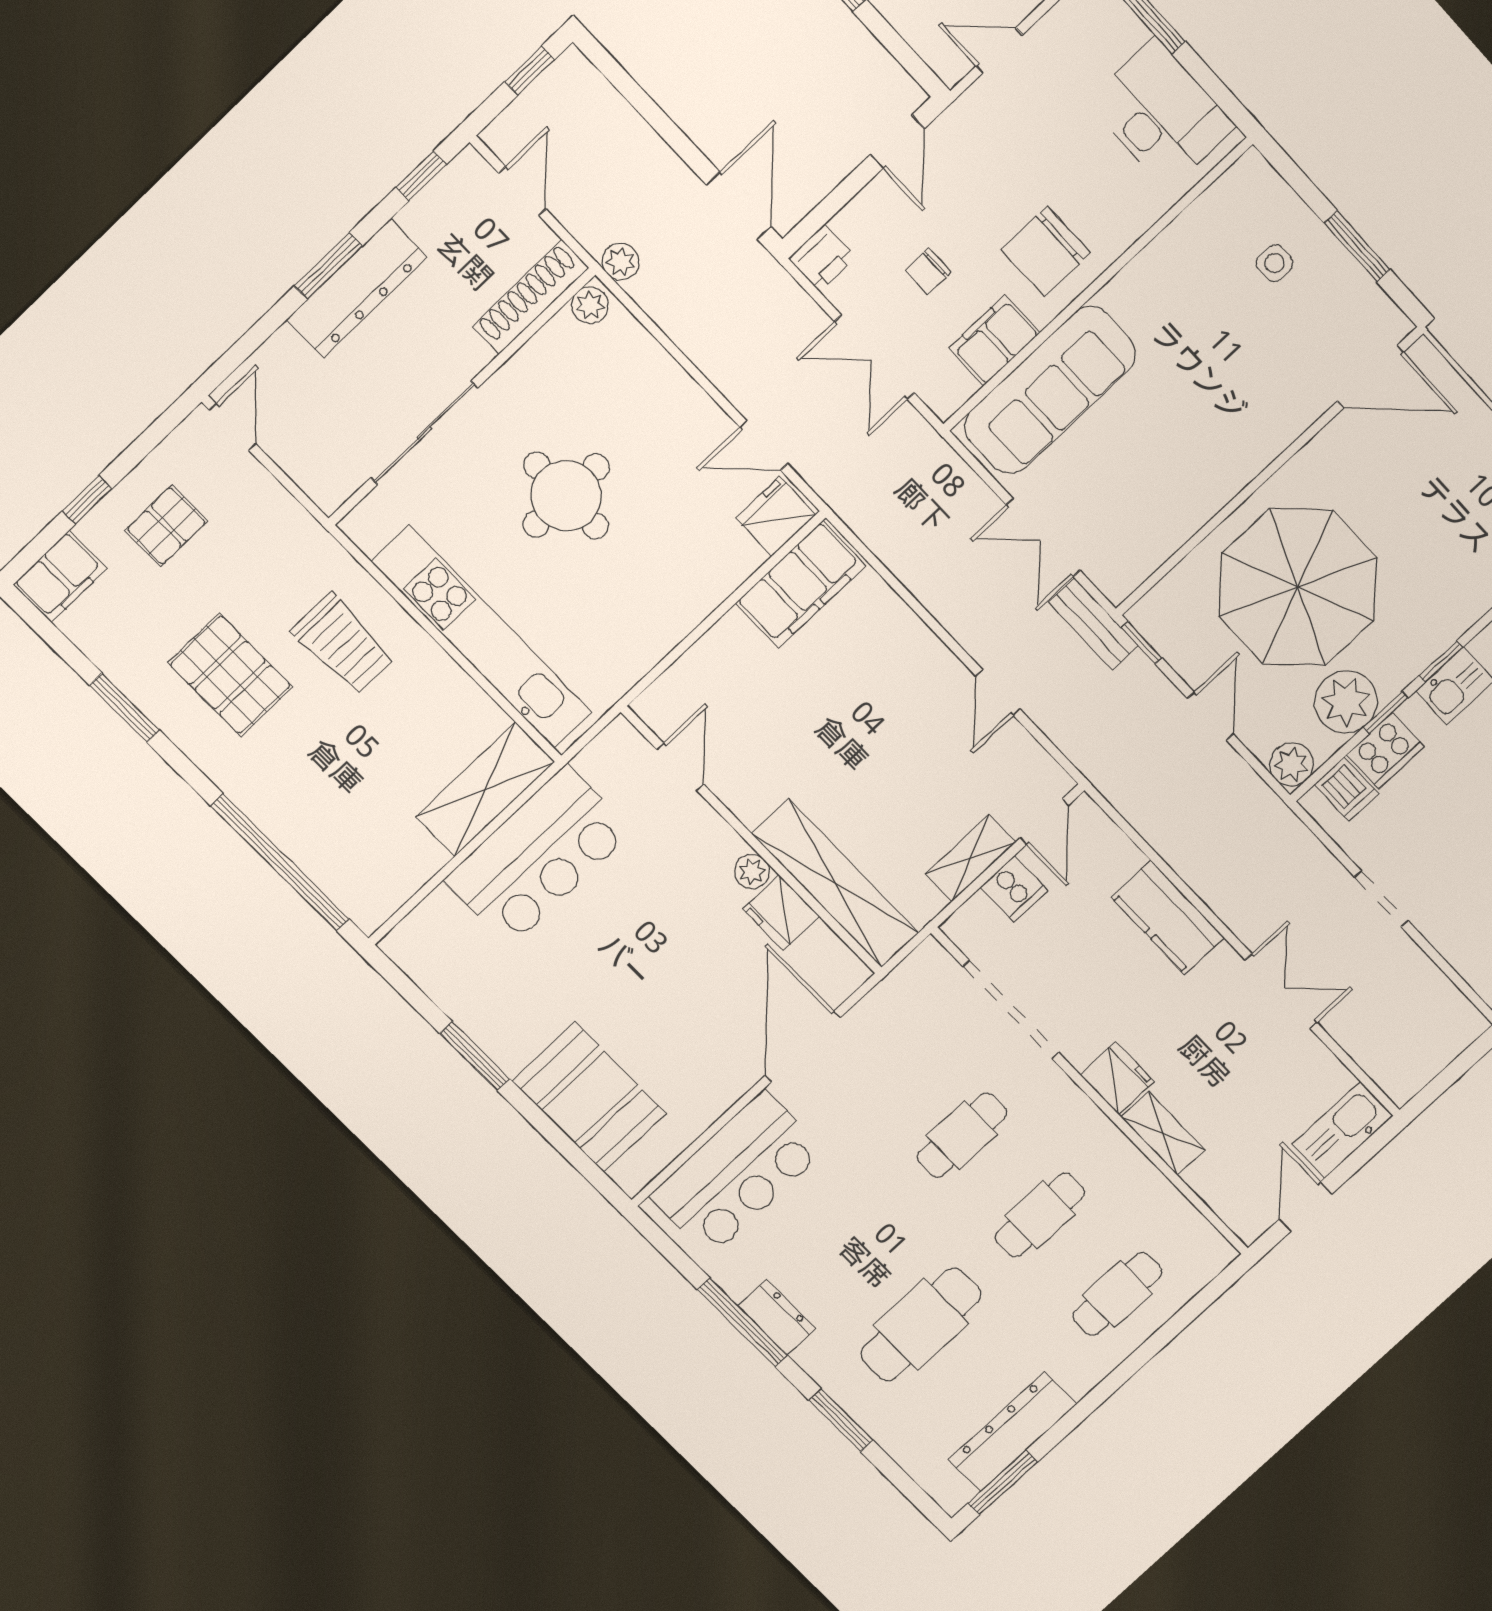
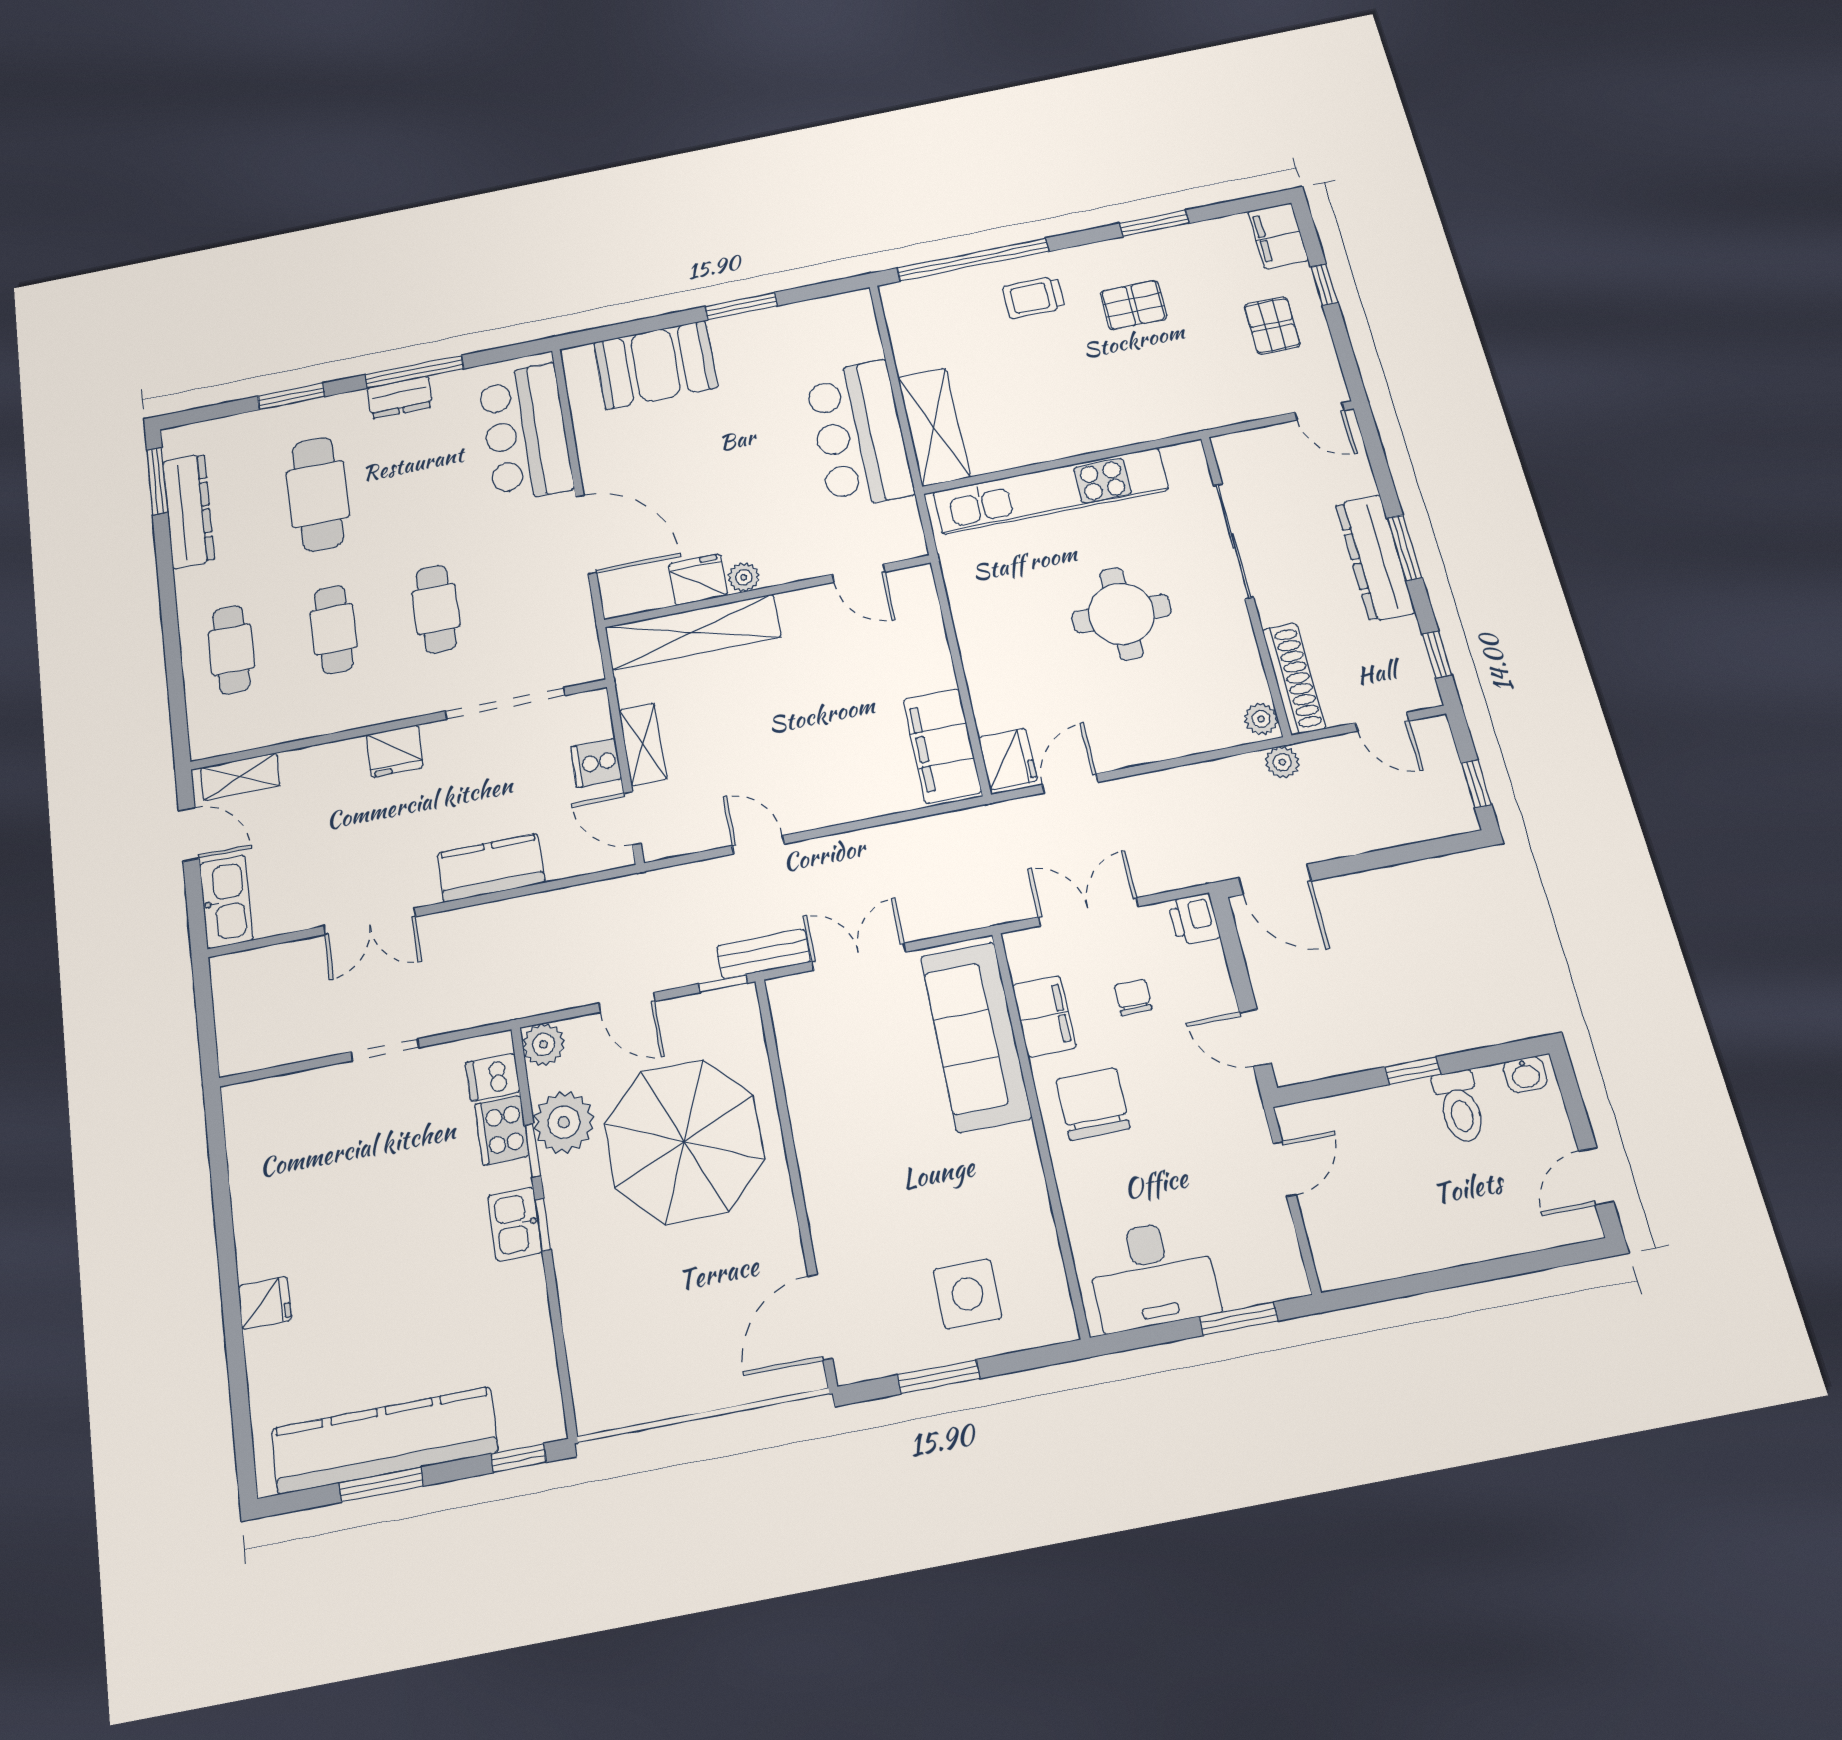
side table: (1275, 263) -> (967, 1294), width x1.87, depth x1.87
trolley: (343, 644) -> (1034, 297), moved, width x0.73, depth x0.72
pallet: (230, 675) -> (1133, 305), width x0.67, depth x0.71
shelving: (1163, 1134) -> (240, 777), moved

